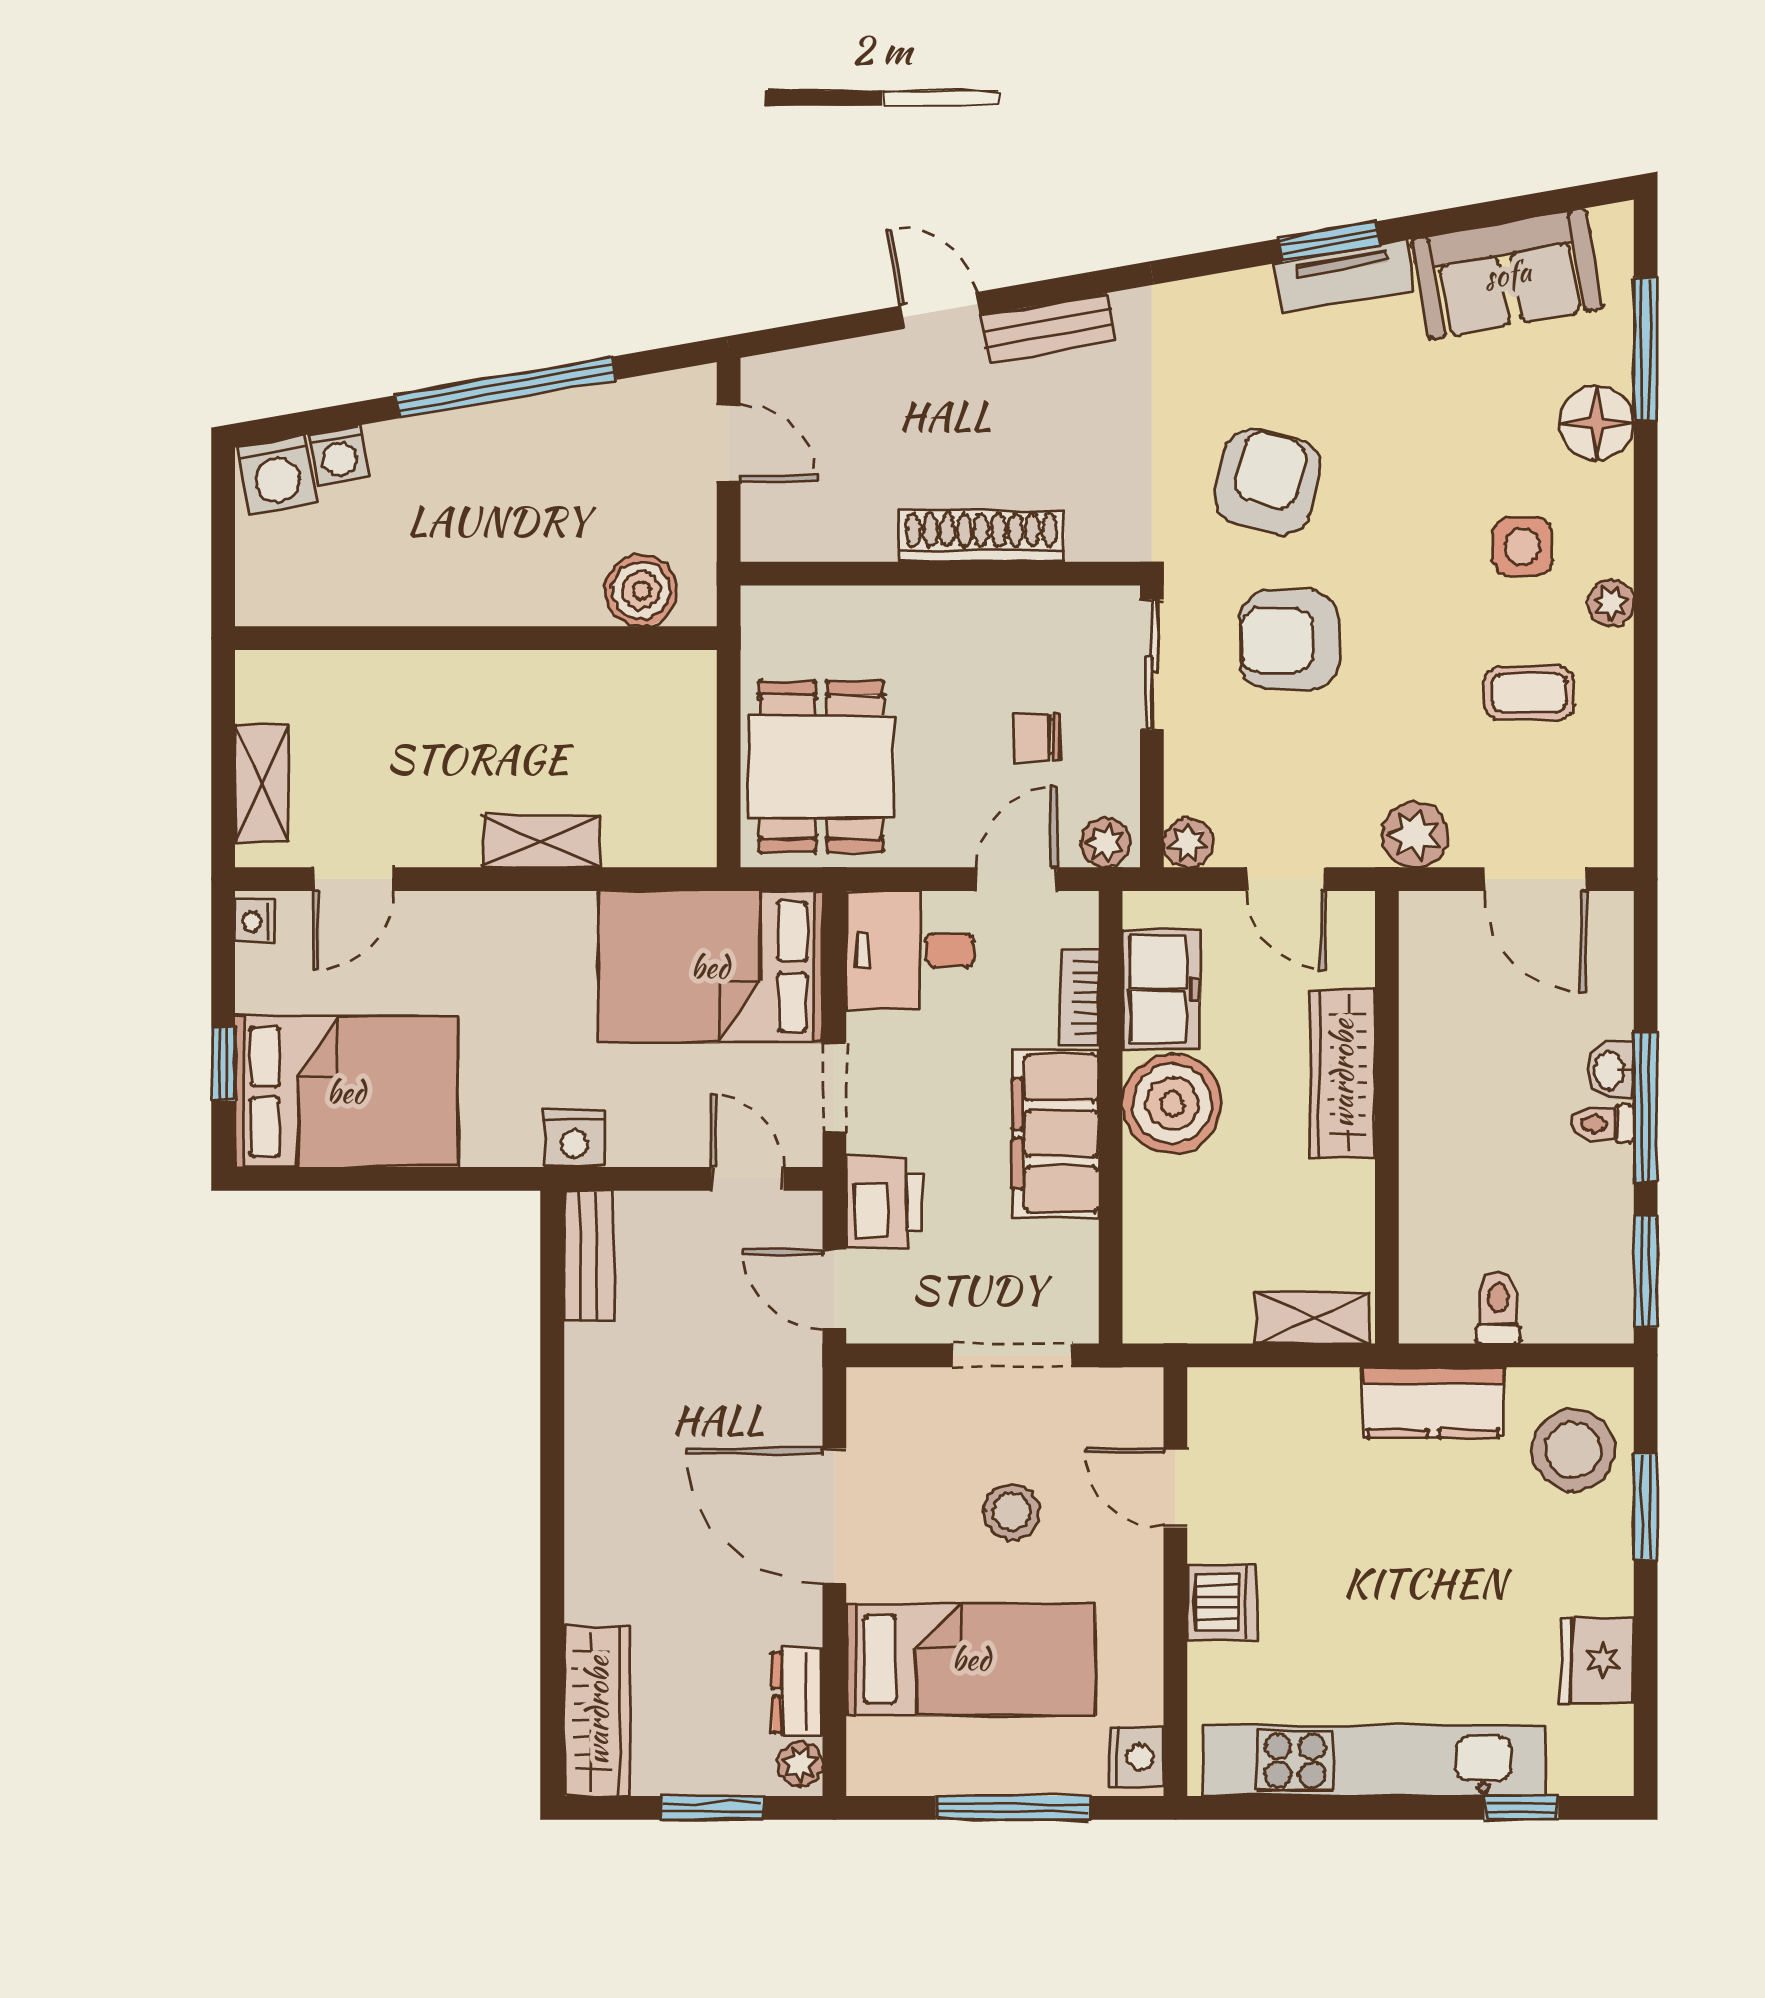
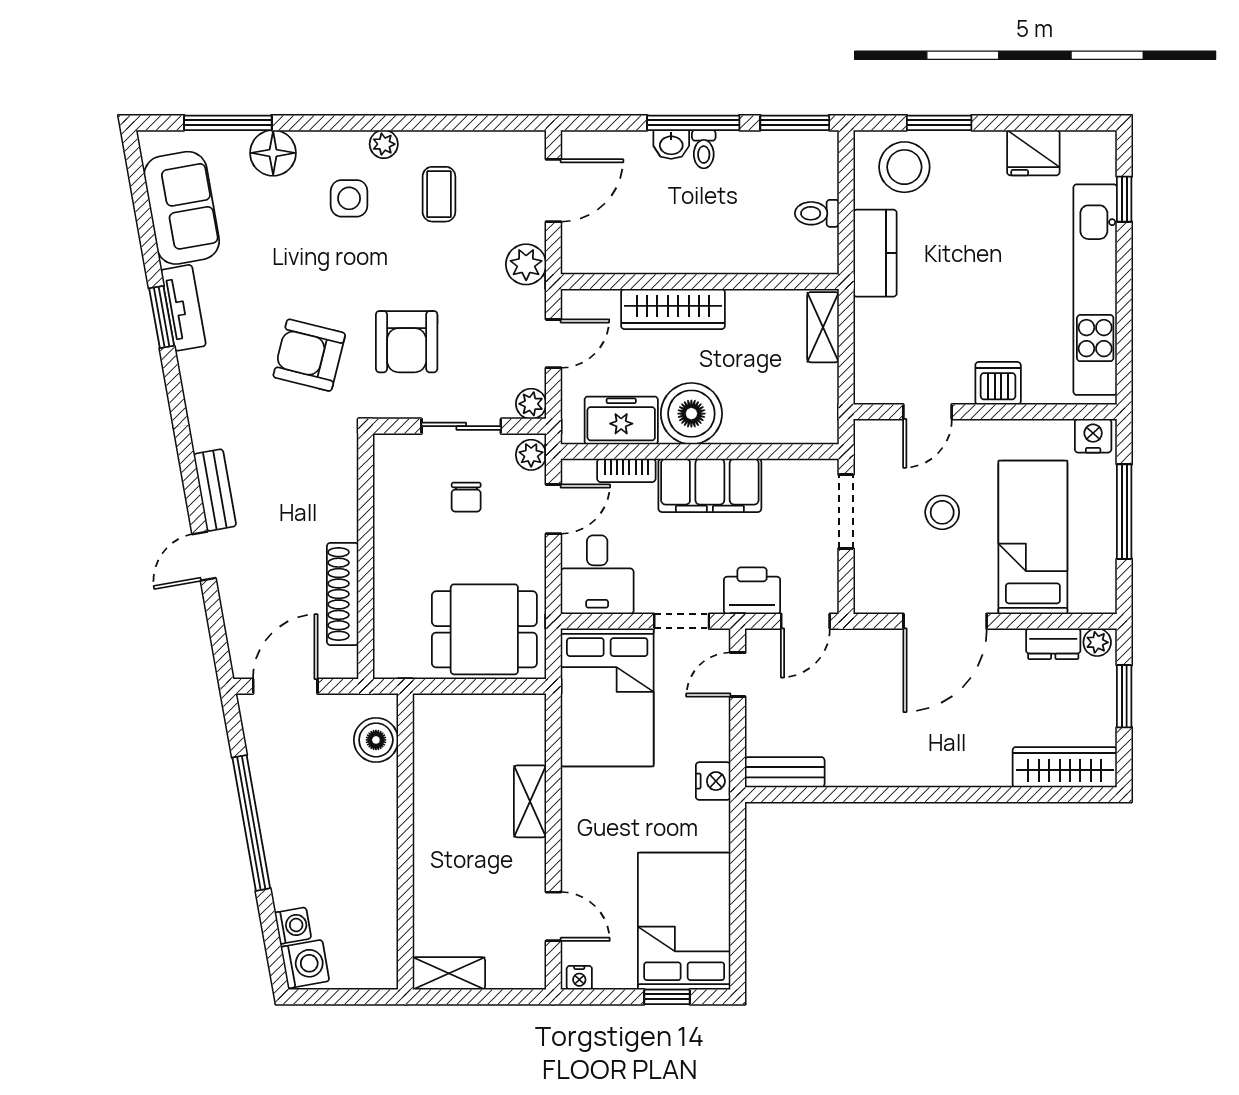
door: (729, 443) -> (285, 686), width x1.38
shoe rack: (981, 536) -> (343, 594), moved
sliding door: (1152, 664) -> (461, 426), moved
shelving: (261, 783) -> (449, 973), moved
door: (1017, 879) -> (553, 509), swing flipped

